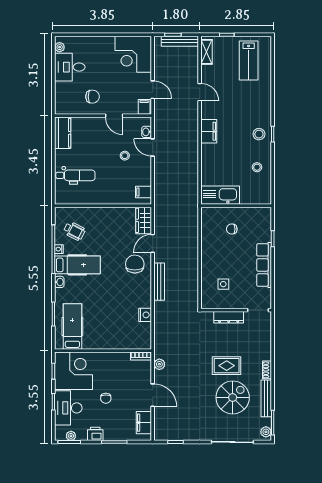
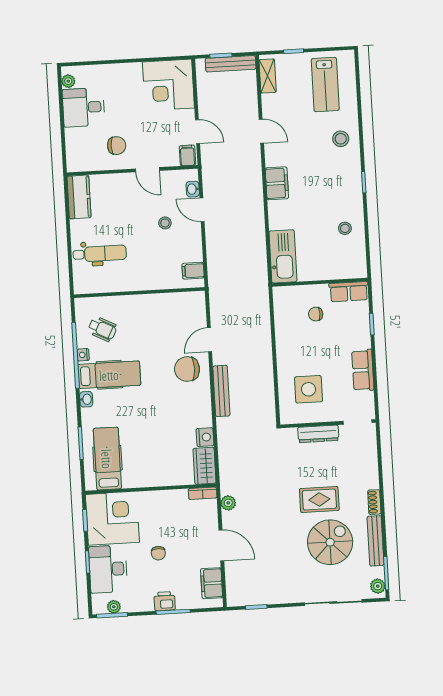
stool: (259, 134) -> (341, 139), moved
kitchen sink: (220, 195) -> (283, 256), moved, turned 90
row of seats: (257, 214) -> (349, 292), added
wardrobe: (144, 220) -> (204, 466), moved
chair: (135, 264) -> (187, 369), turned -90
row of seats: (264, 265) -> (363, 370), width x0.68
side table: (223, 284) -> (308, 389), width x1.87, depth x1.87
printer: (95, 434) -> (165, 601), moved

